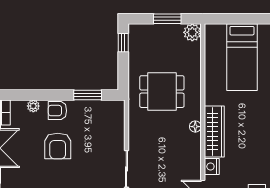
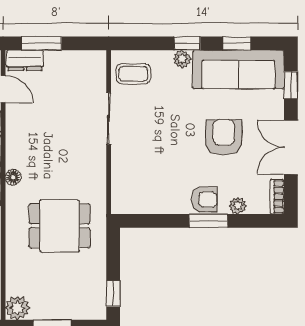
window: (88, 95) -> (208, 221), moved
armchair: (58, 146) -> (224, 137), moved

